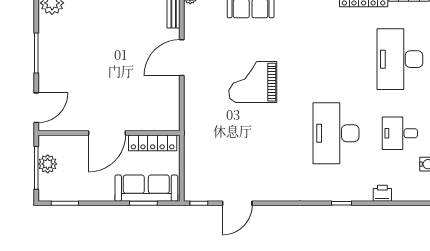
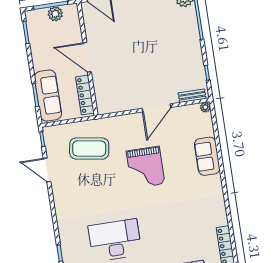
door: (182, 58) -> (156, 108), swing flipped
grand piano: (253, 82) -> (146, 167), turned 180
coffee table: (219, 148) -> (89, 149), added

